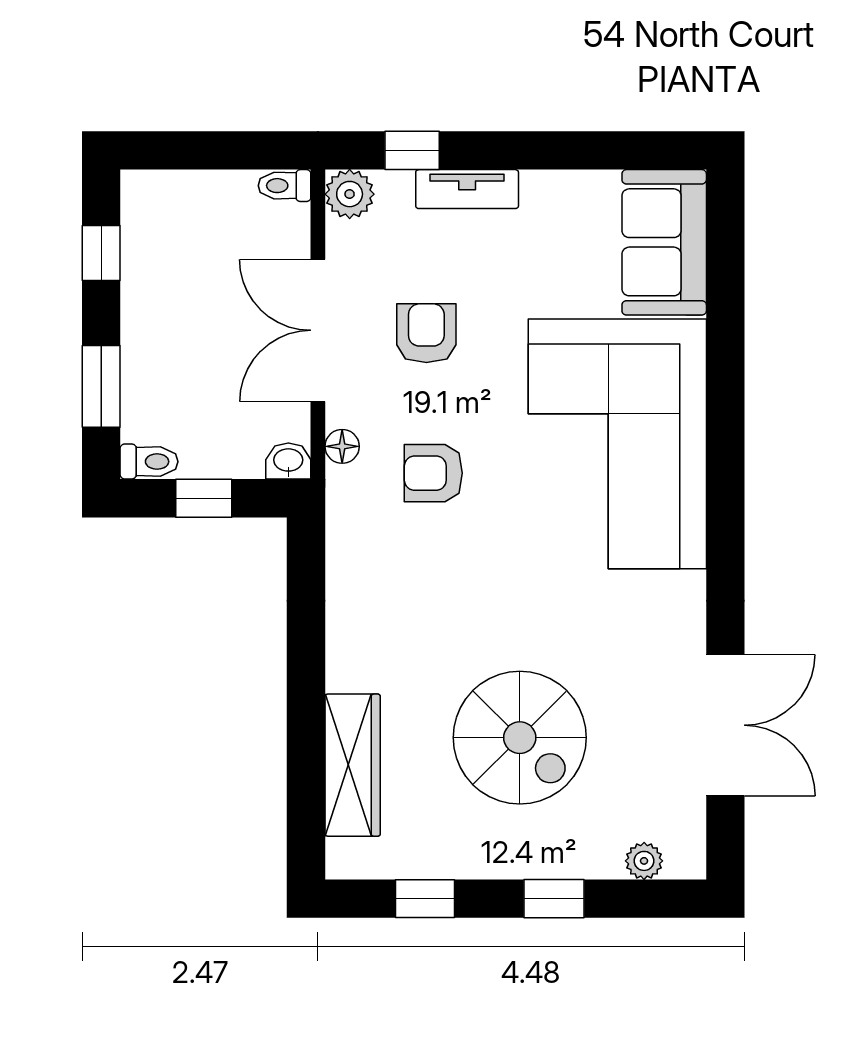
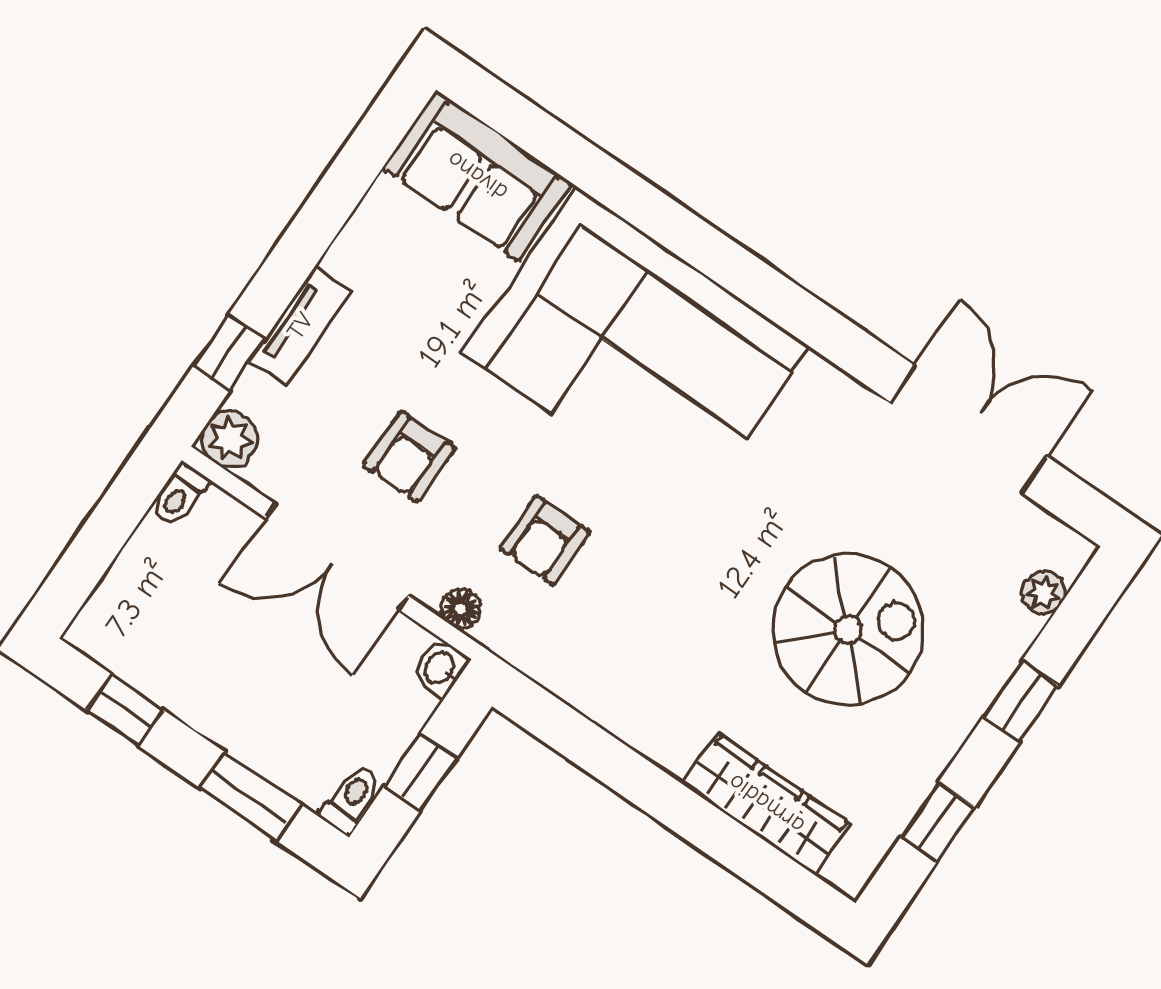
armchair: (426, 333) -> (409, 457), turned -90

